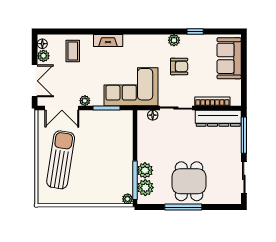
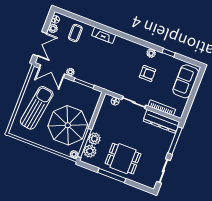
corner sofa: (131, 87) -> (107, 75), removed
parasol: (106, 167) -> (68, 125), added
dining table: (189, 181) -> (123, 159), turned 90

